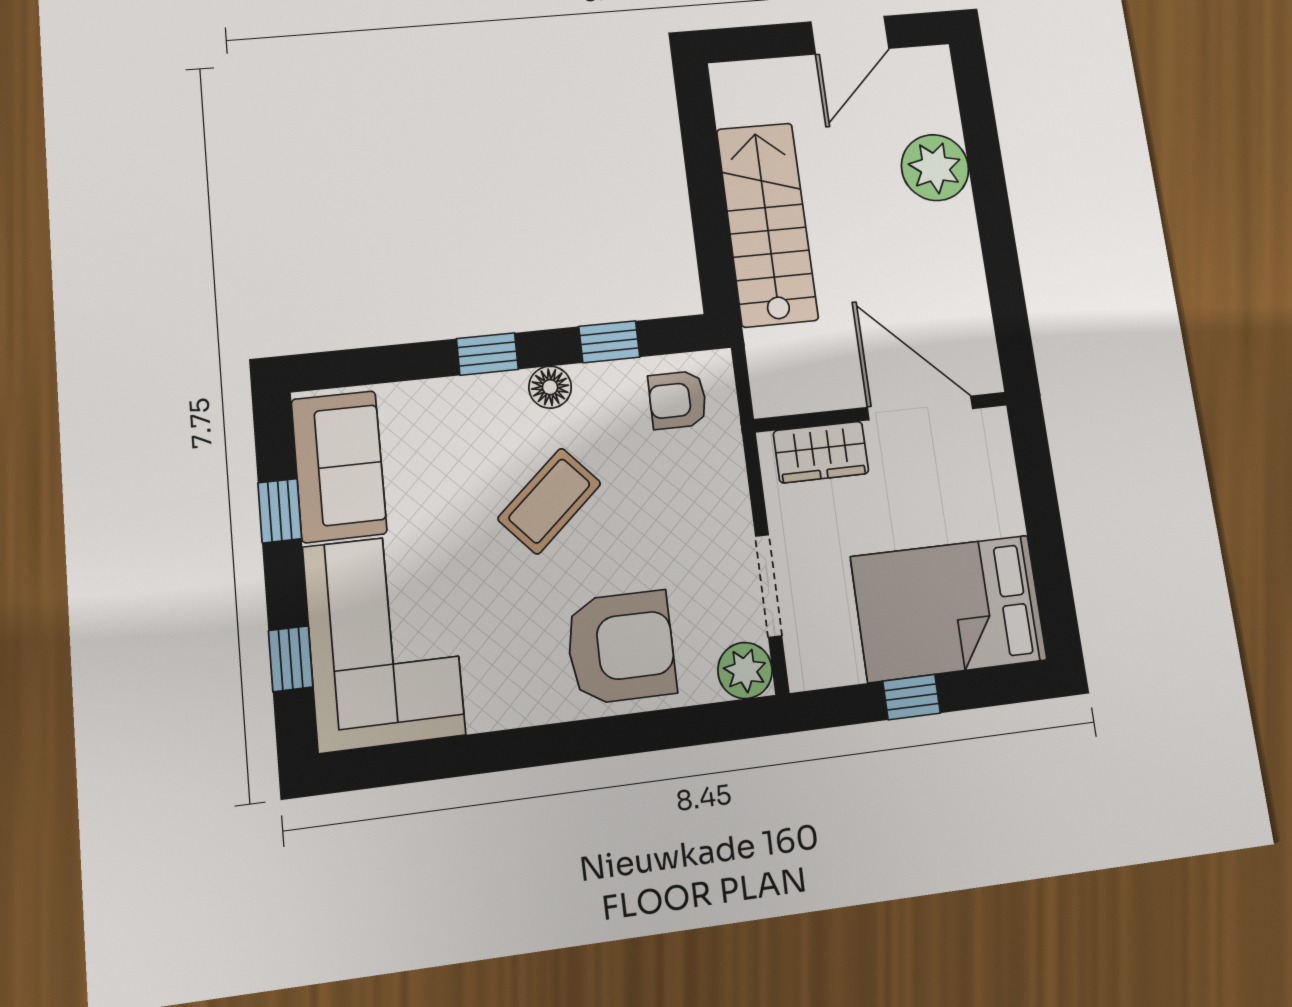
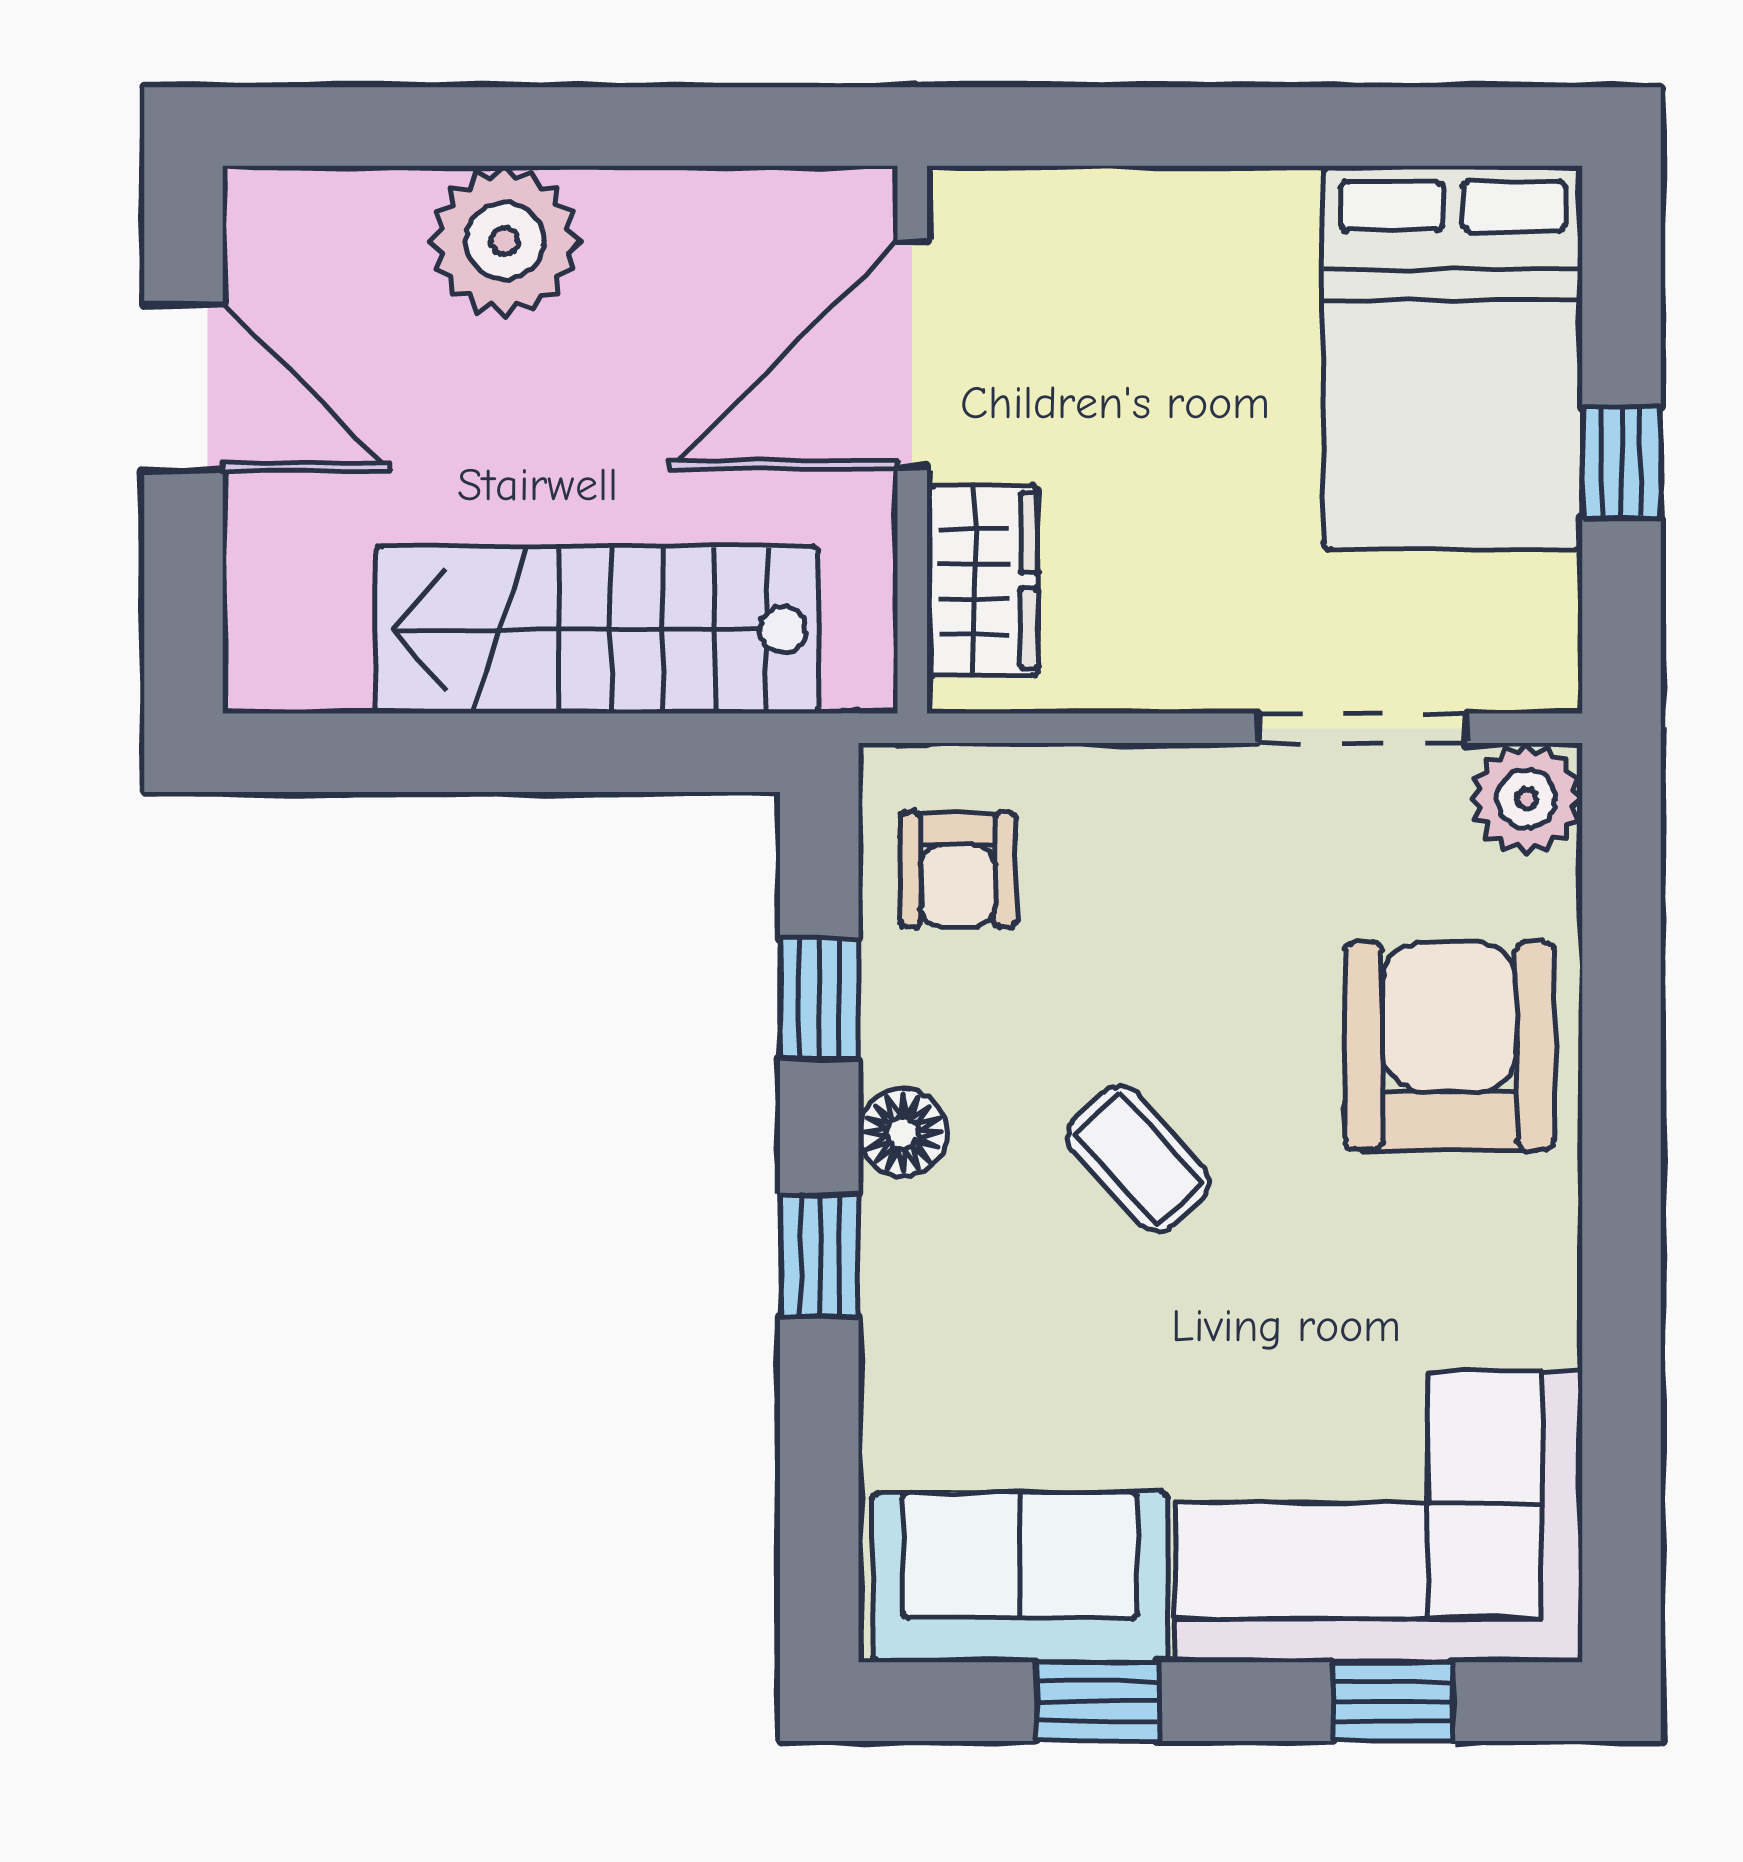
door: (920, 408) -> (912, 355), moved
wall: (881, 412) -> (912, 440), moved
wardrobe: (821, 452) -> (983, 581), moved
coffee table: (549, 501) -> (1139, 1159), width x0.73, depth x0.77

